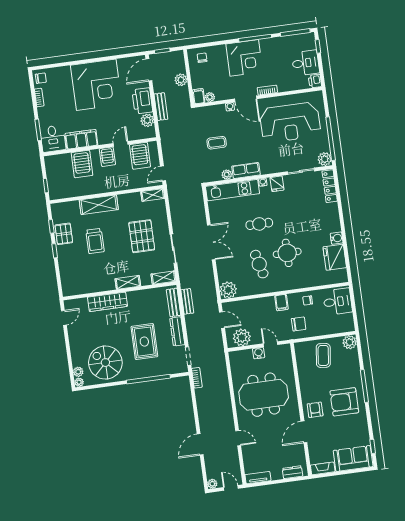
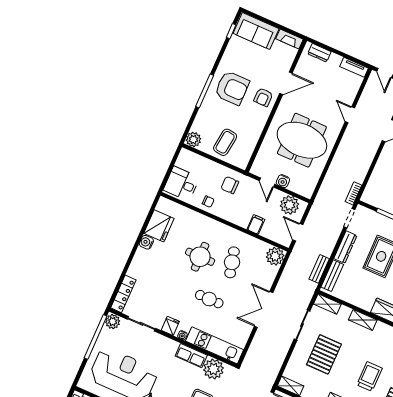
plant: (227, 175) -> (214, 369), width x1.88, depth x1.88
filing cabinet: (281, 303) -> (256, 224), moved

